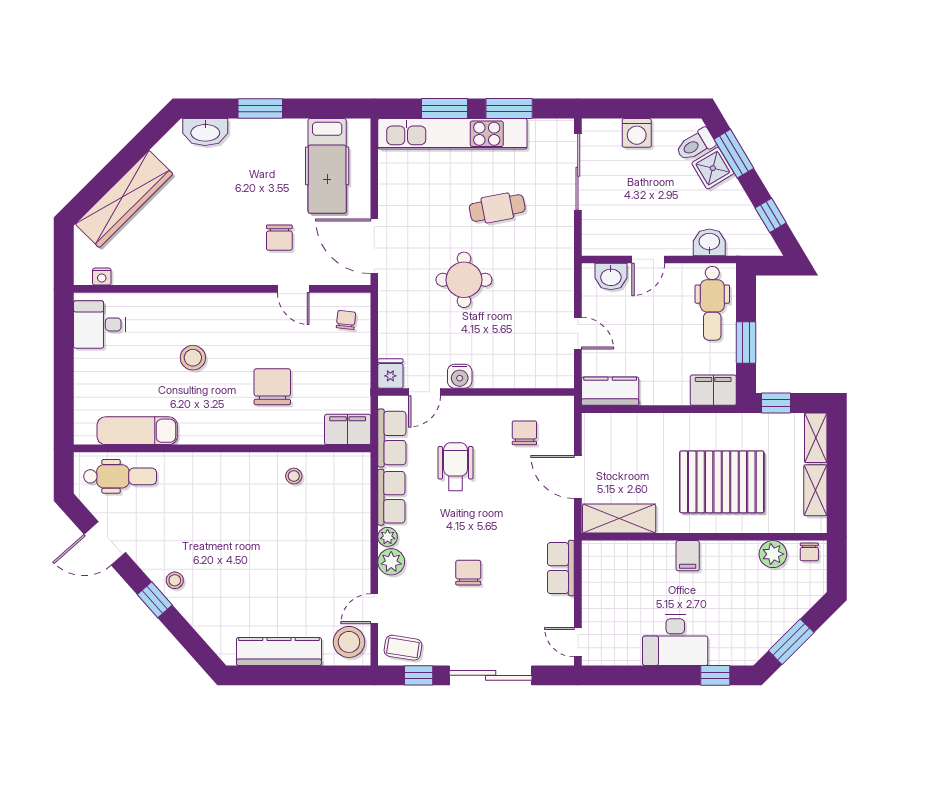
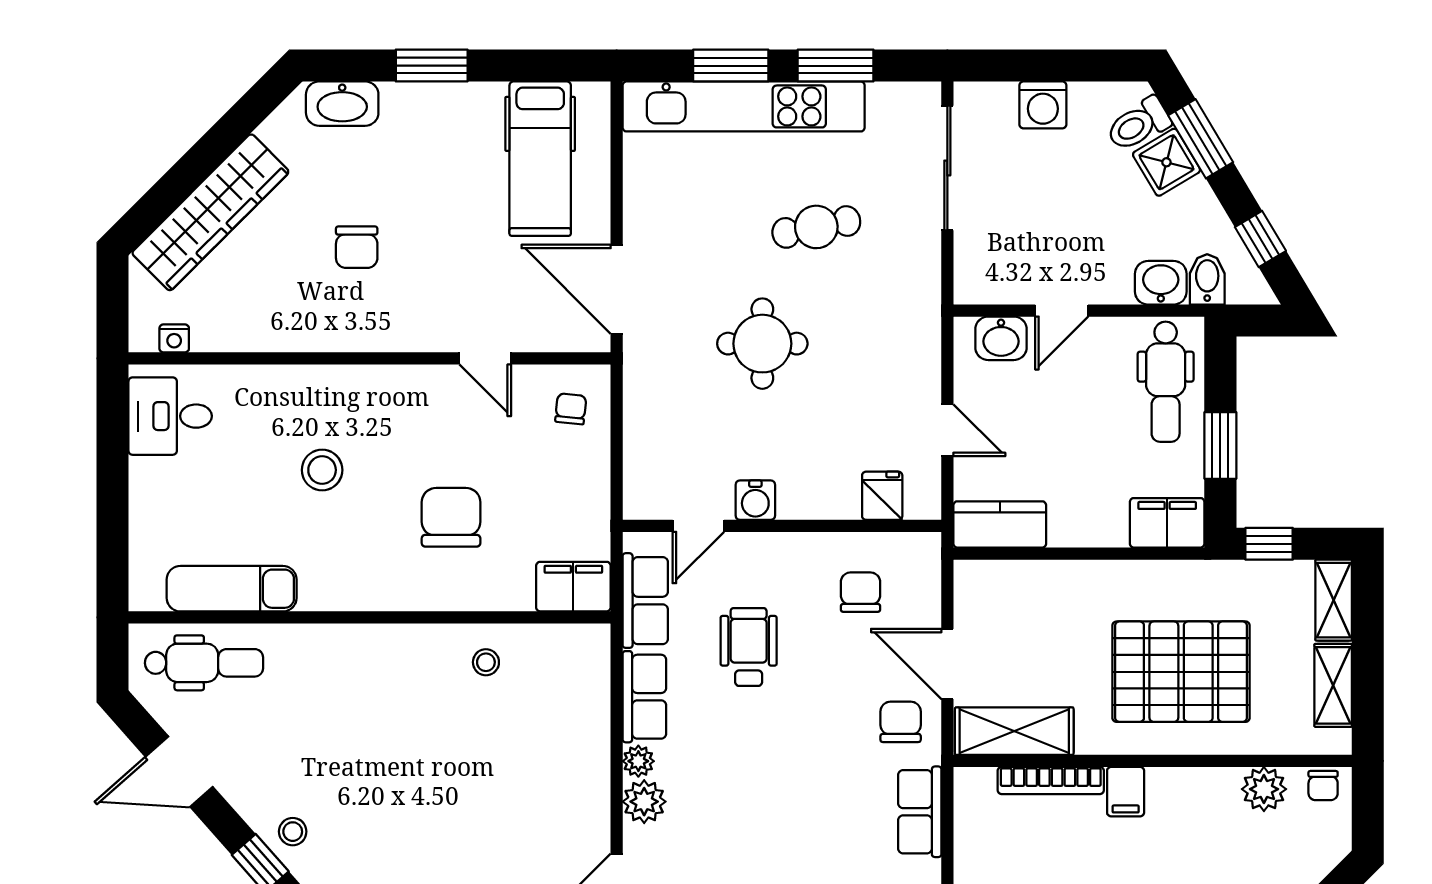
chair: (279, 238) -> (357, 247), moved
bidet: (738, 240) -> (1207, 279), added
fridge: (390, 373) -> (882, 496), moved
bookcase: (642, 549) -> (1051, 780), added
chair: (468, 573) -> (901, 722), moved

